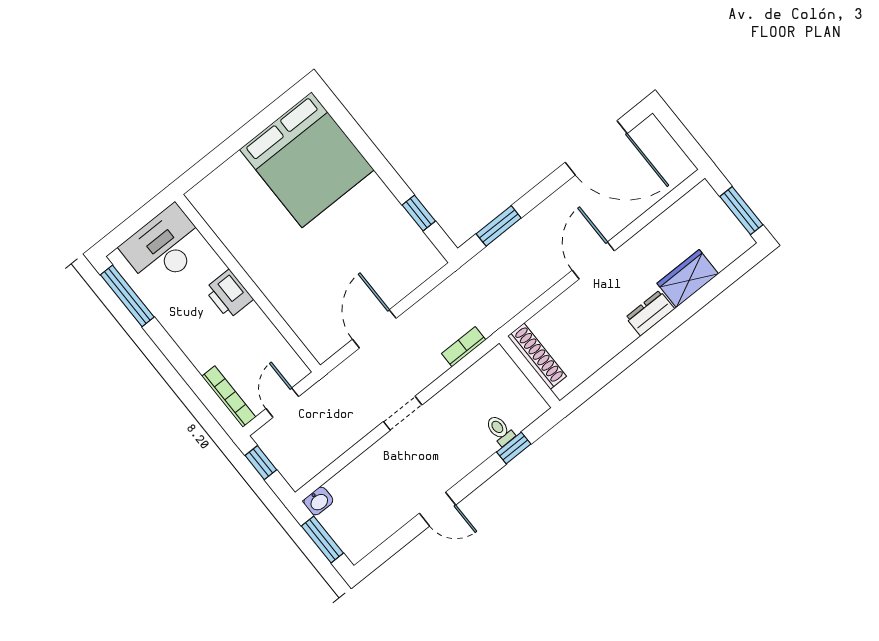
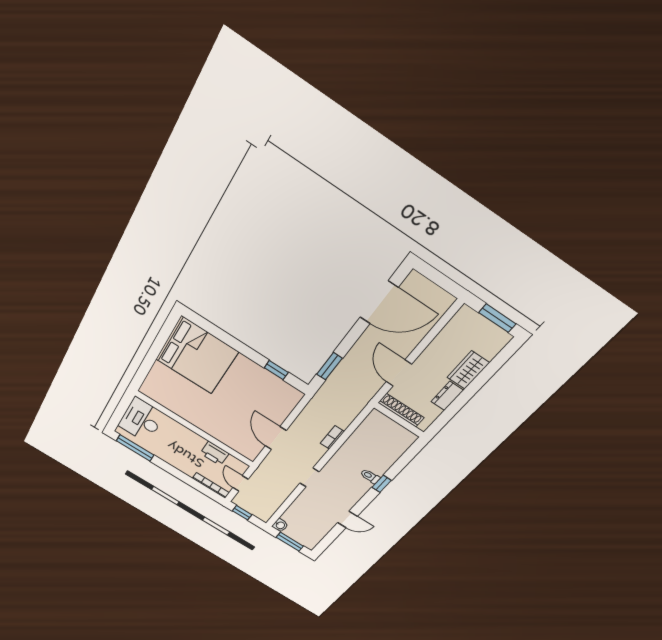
printer: (229, 294) -> (214, 453), moved
shoe rack: (537, 356) -> (401, 410), moved
wall: (529, 372) -> (399, 420), moved

